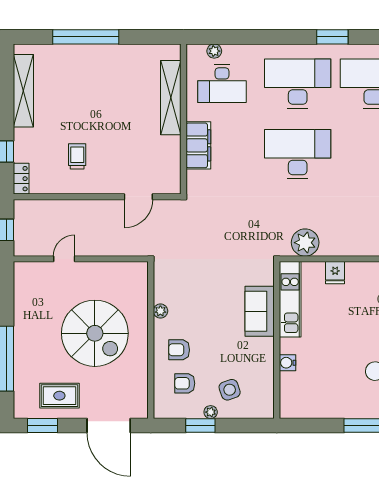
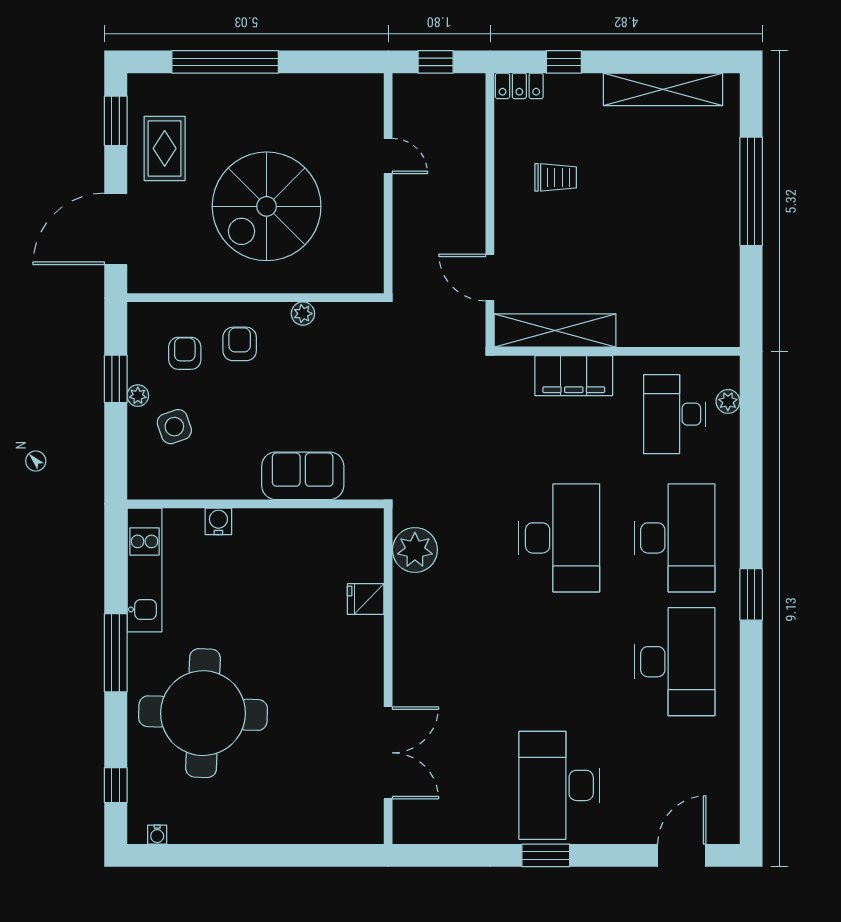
shelving: (171, 98) -> (555, 330), moved
kitchen unit: (290, 299) -> (144, 570), moved, turned -90

